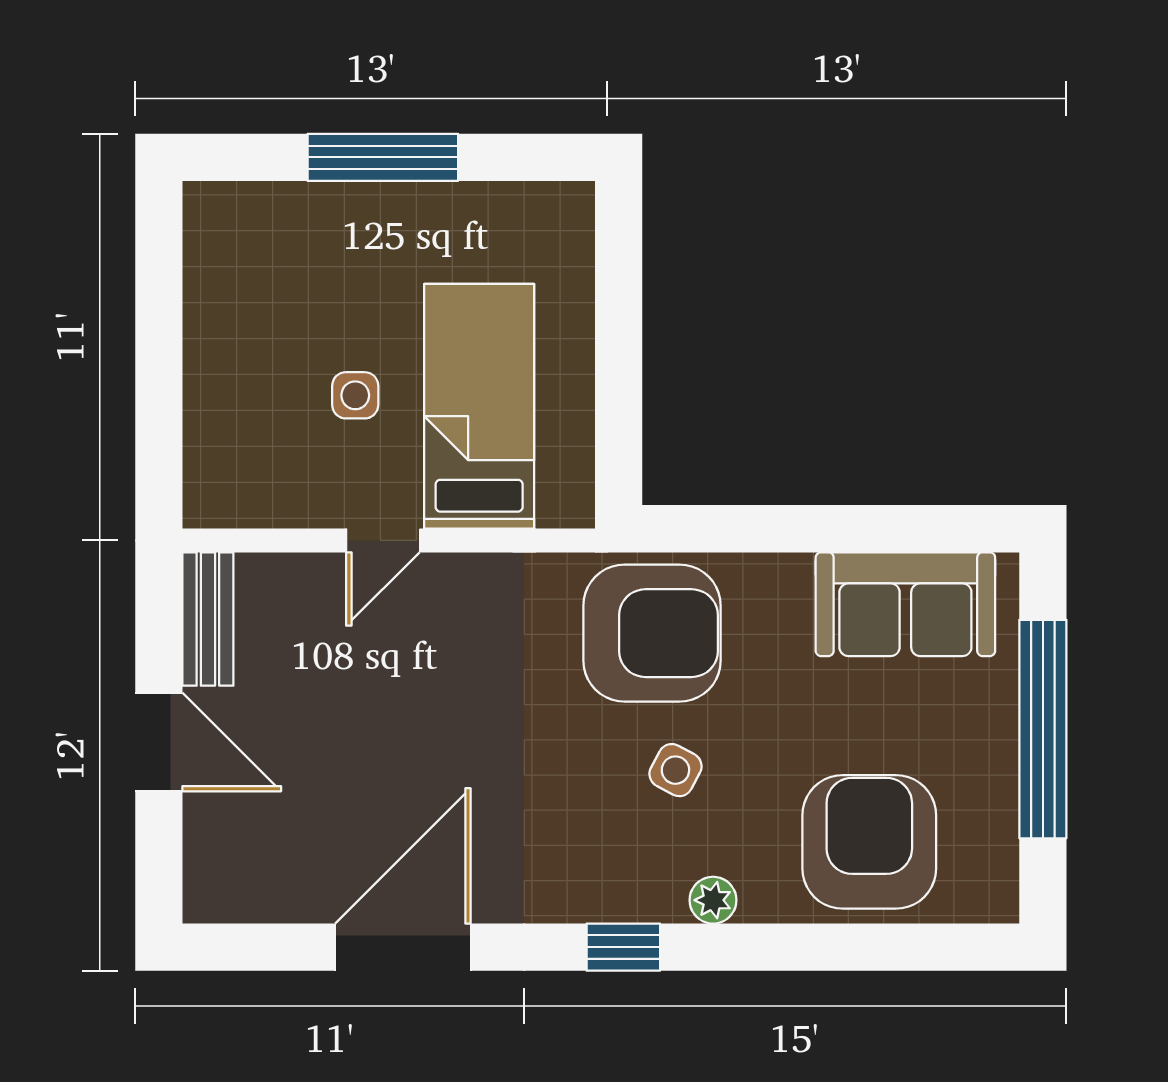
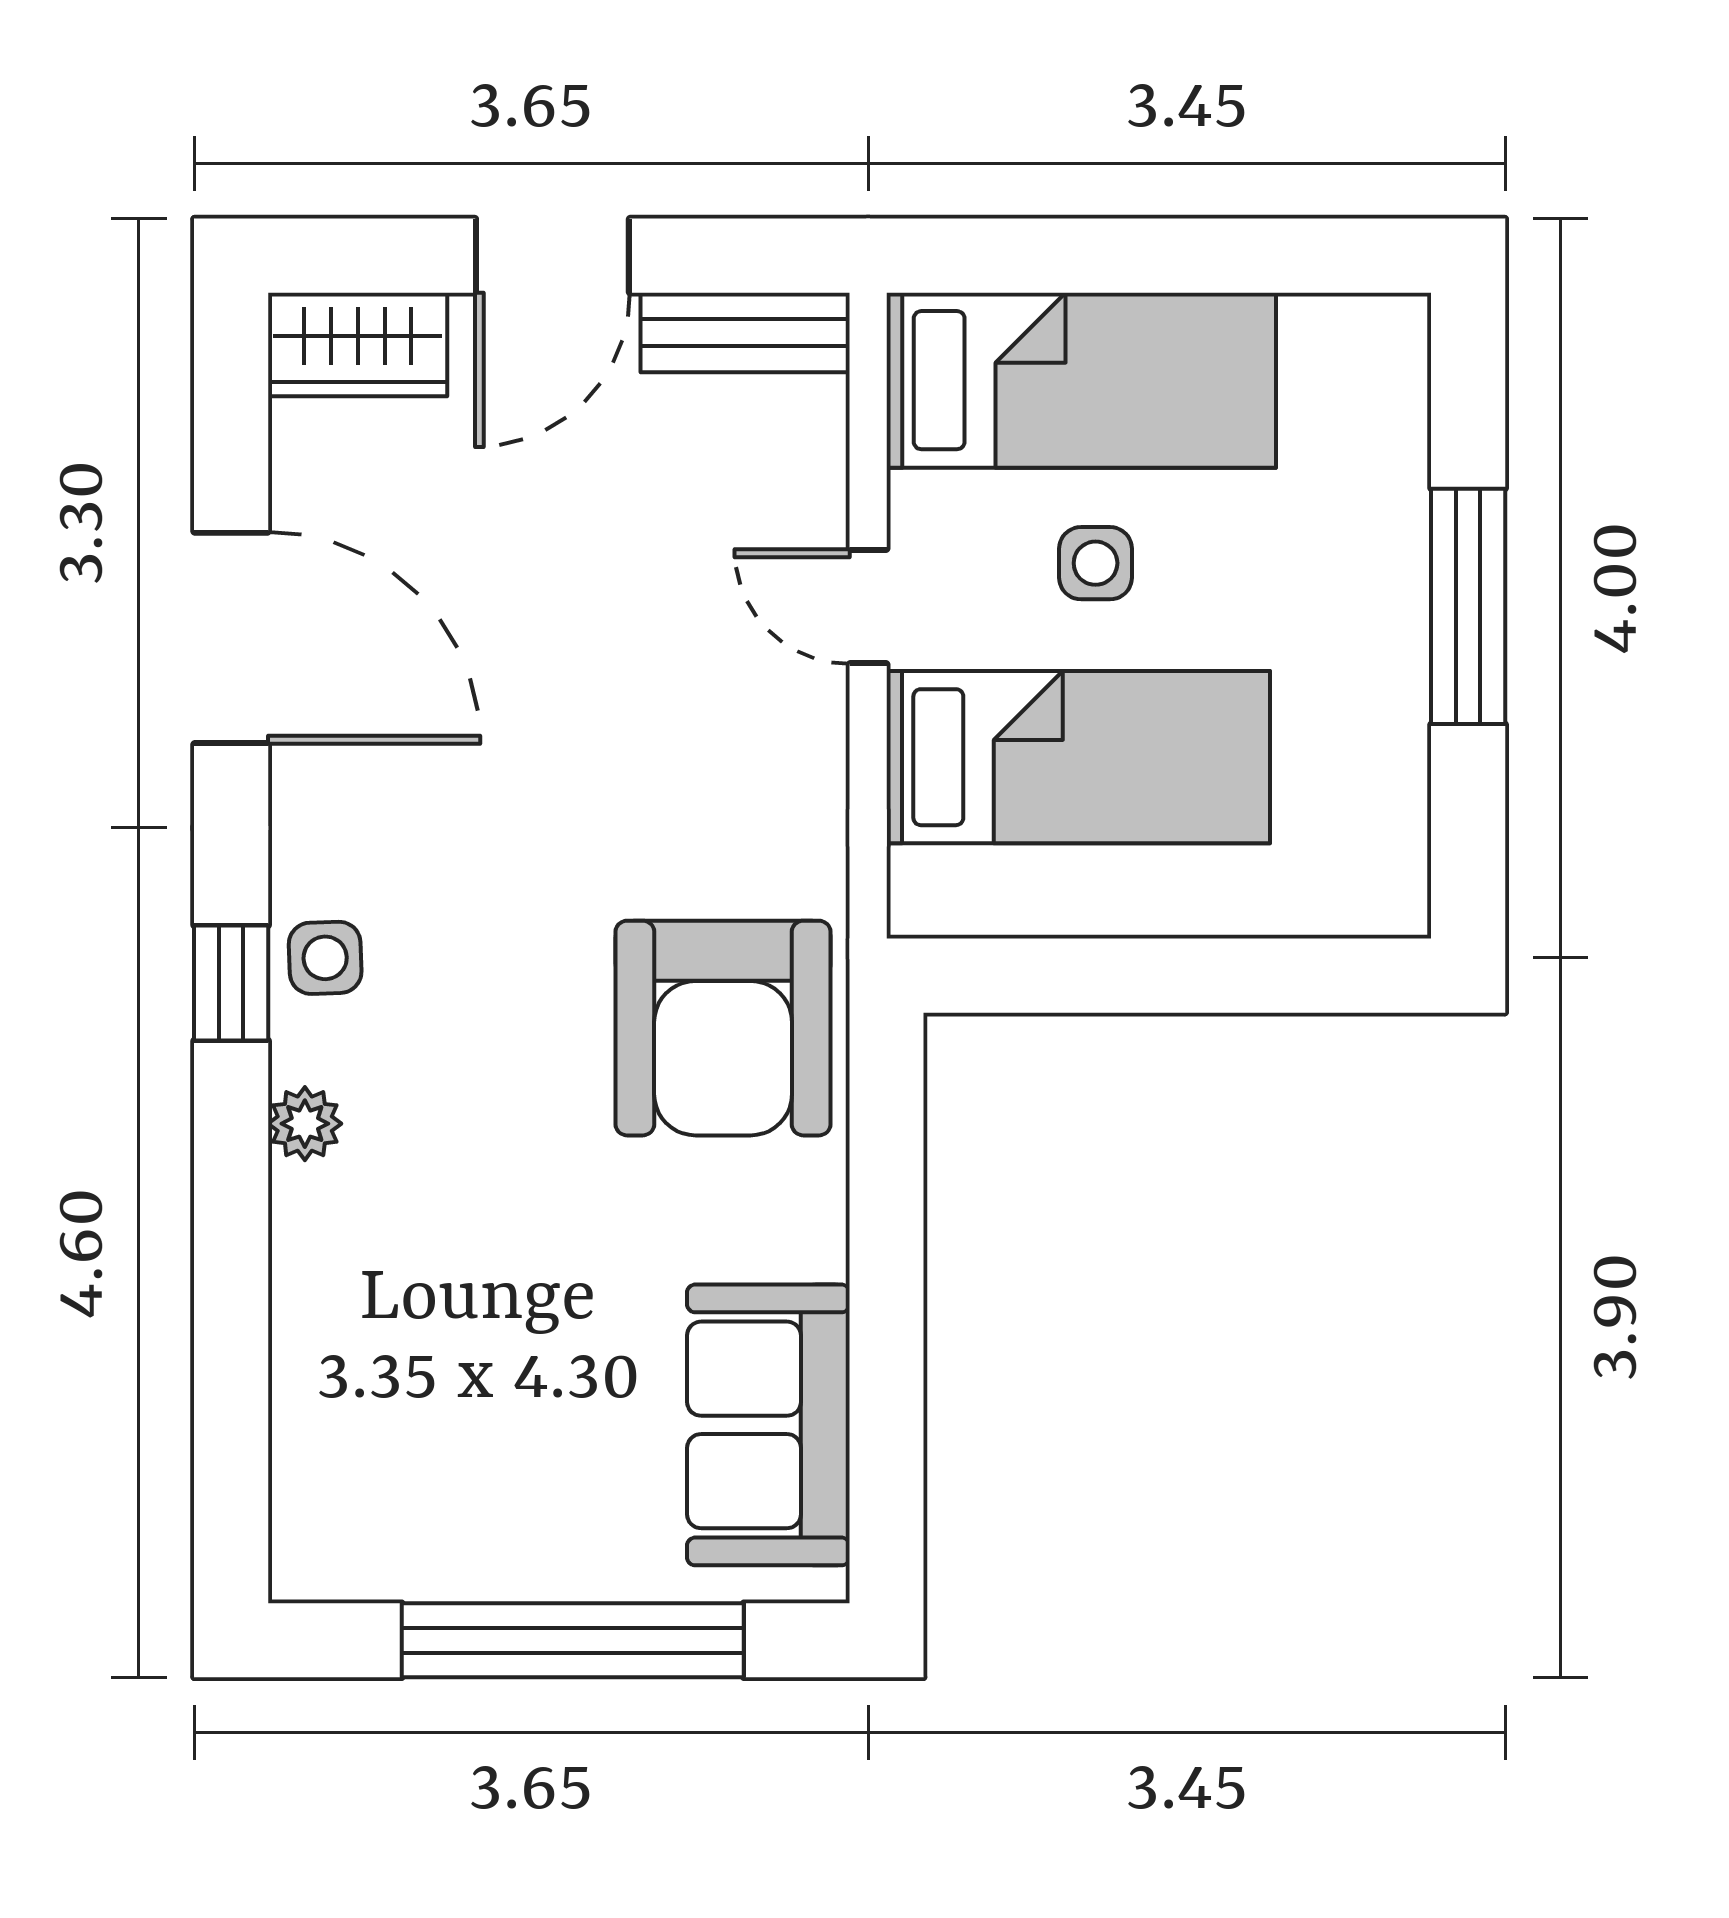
bed: (238, 404) -> (1081, 380), added
side table: (675, 770) -> (325, 958), moved, turned -30
armchair: (869, 842) -> (396, 1368), removed
wardrobe: (216, 866) -> (358, 344), added

